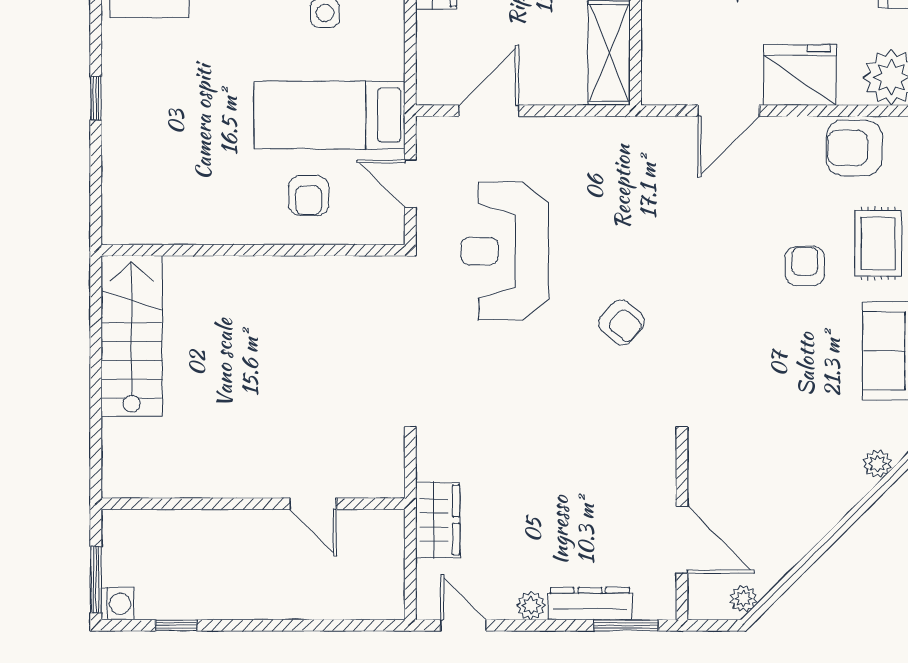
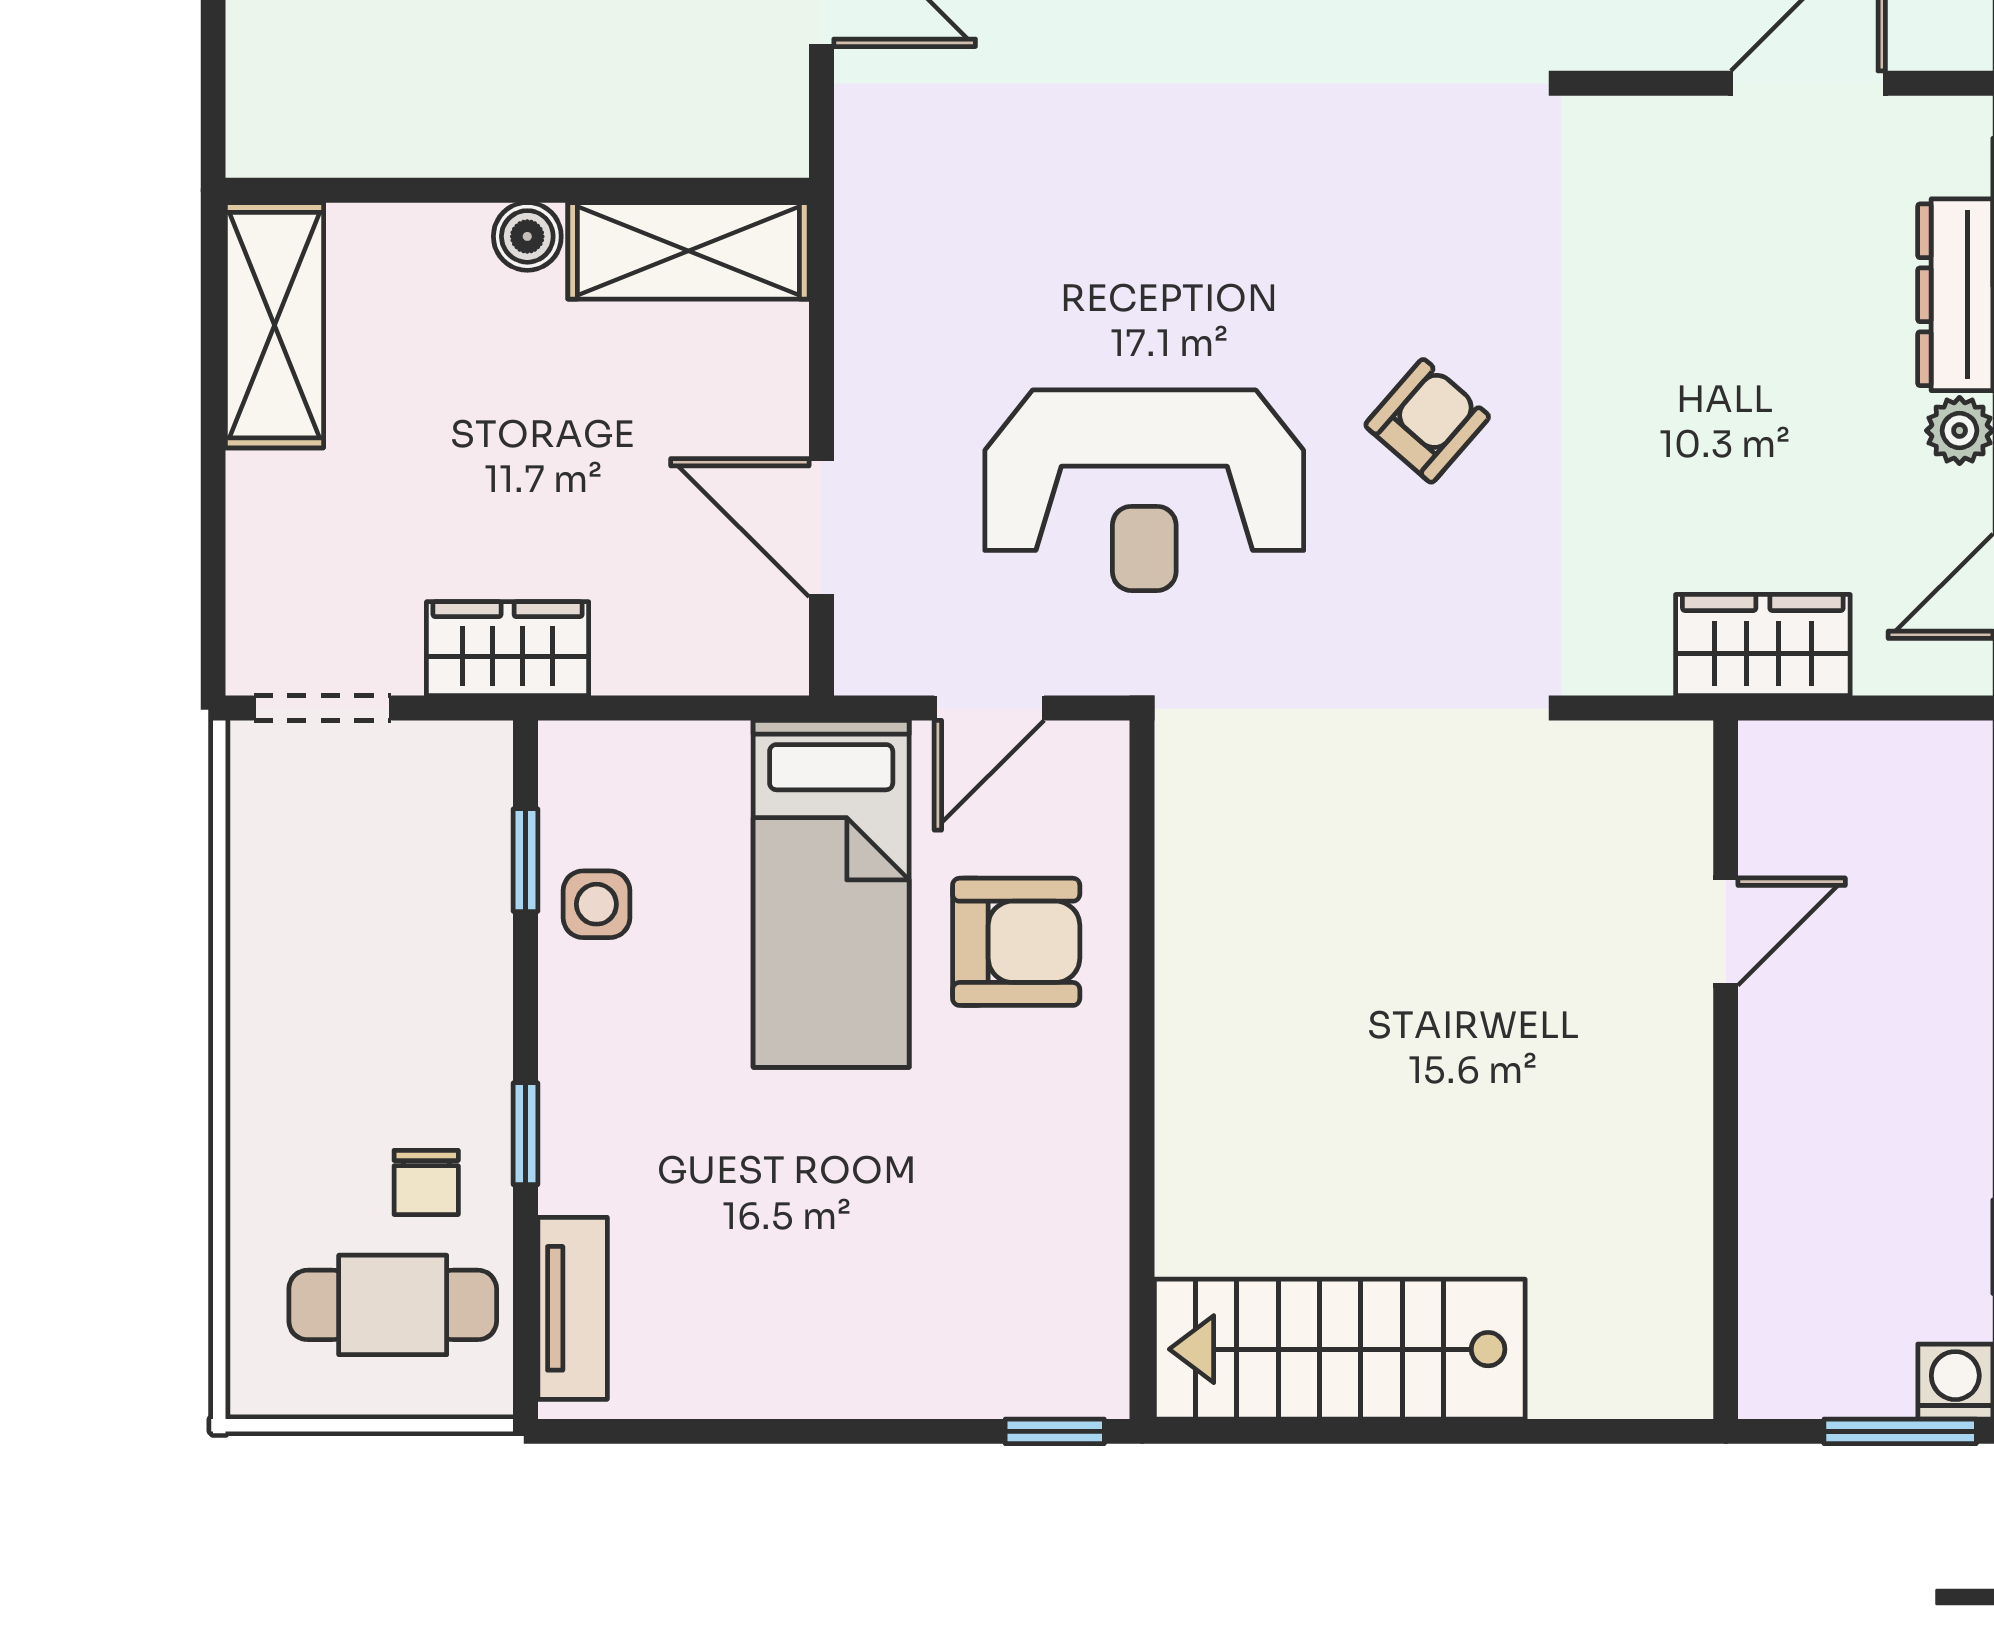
window: (96, 98) -> (1055, 1431), moved
armchair: (309, 195) -> (1016, 942), width x1.38, depth x1.38
armchair: (622, 323) -> (1427, 421), moved

